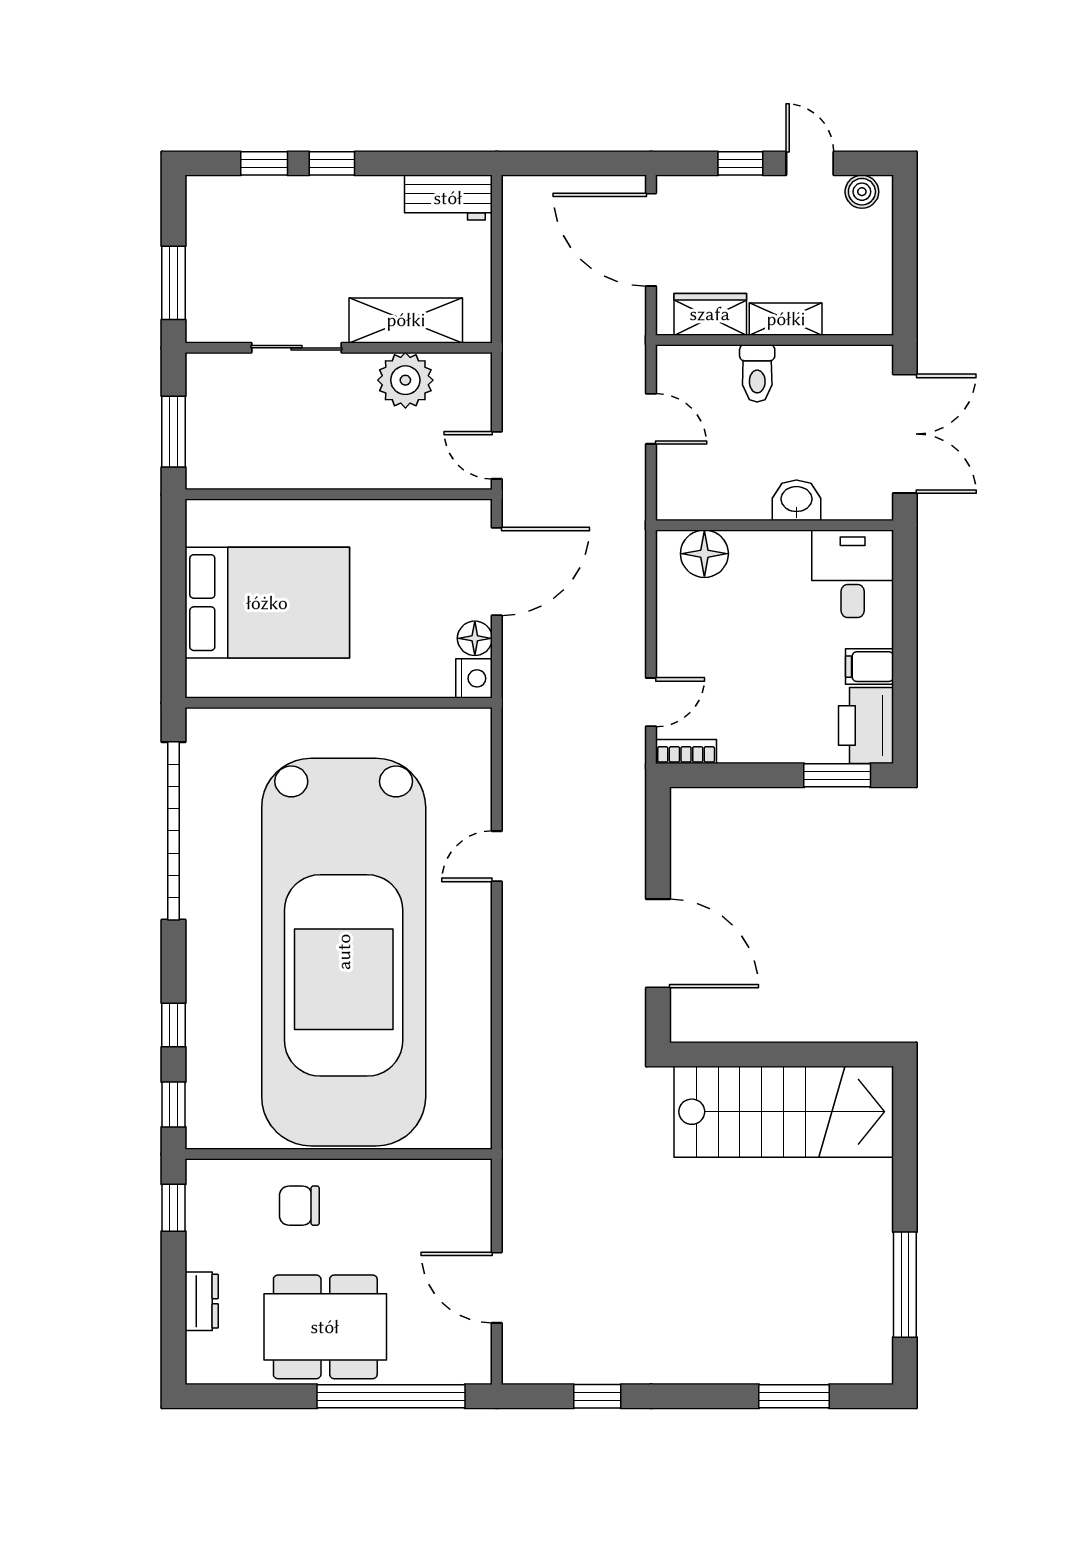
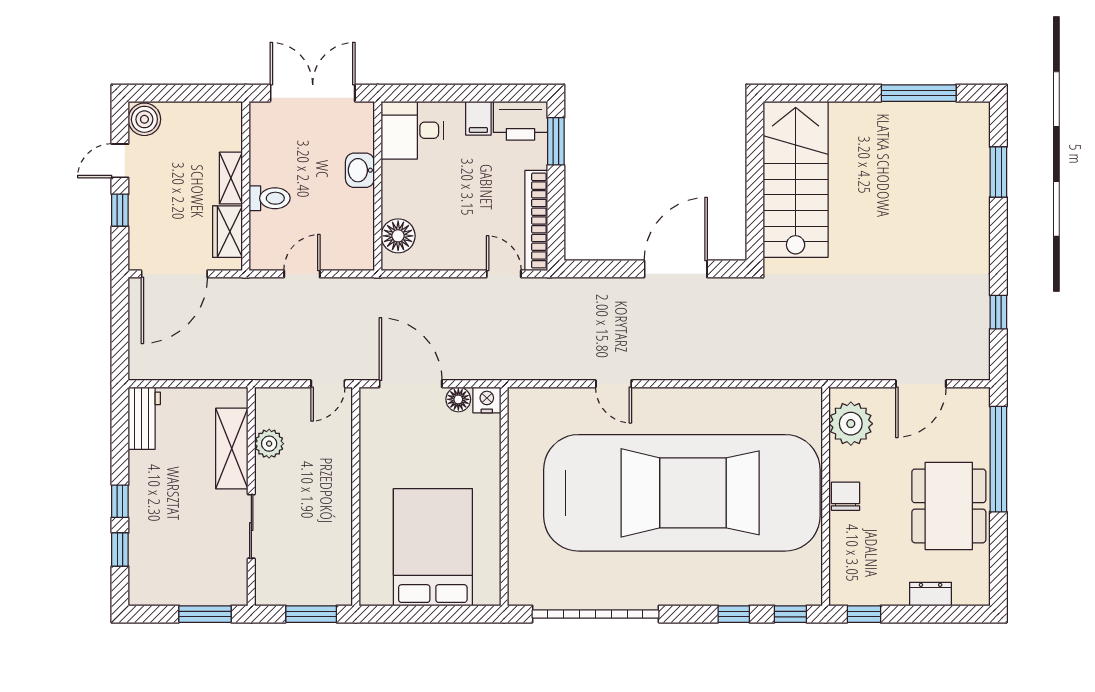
boiler: (862, 192) -> (144, 119), width x1.36, depth x1.36
plant: (405, 380) -> (269, 444), width x0.73, depth x0.73
bookcase: (686, 751) -> (536, 221), width x2.31, depth x1.31
plant: (441, 1189) -> (851, 424), added
chair: (299, 1206) -> (845, 496), moved, turned 180

